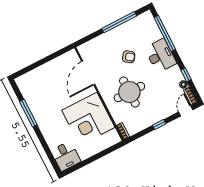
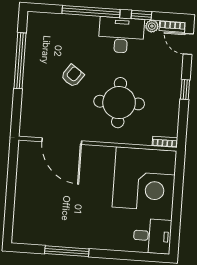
window: (165, 33) -> (91, 12), moved
desk: (160, 56) -> (121, 35), moved
corner desk: (88, 119) -> (144, 179), moved

